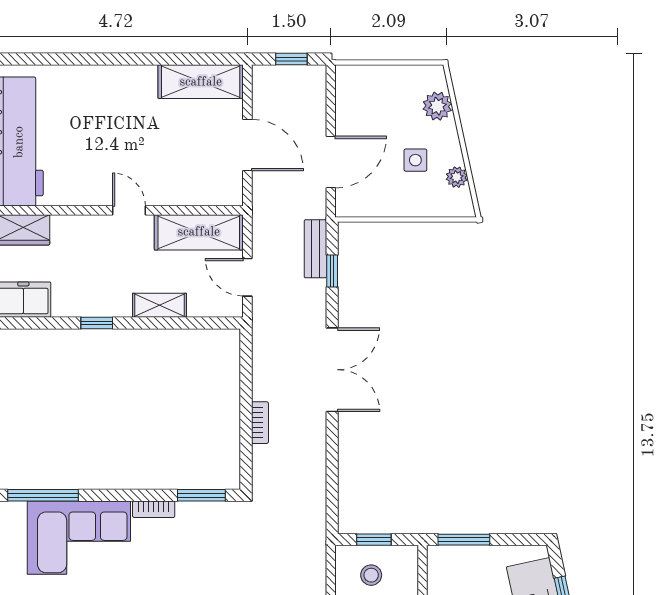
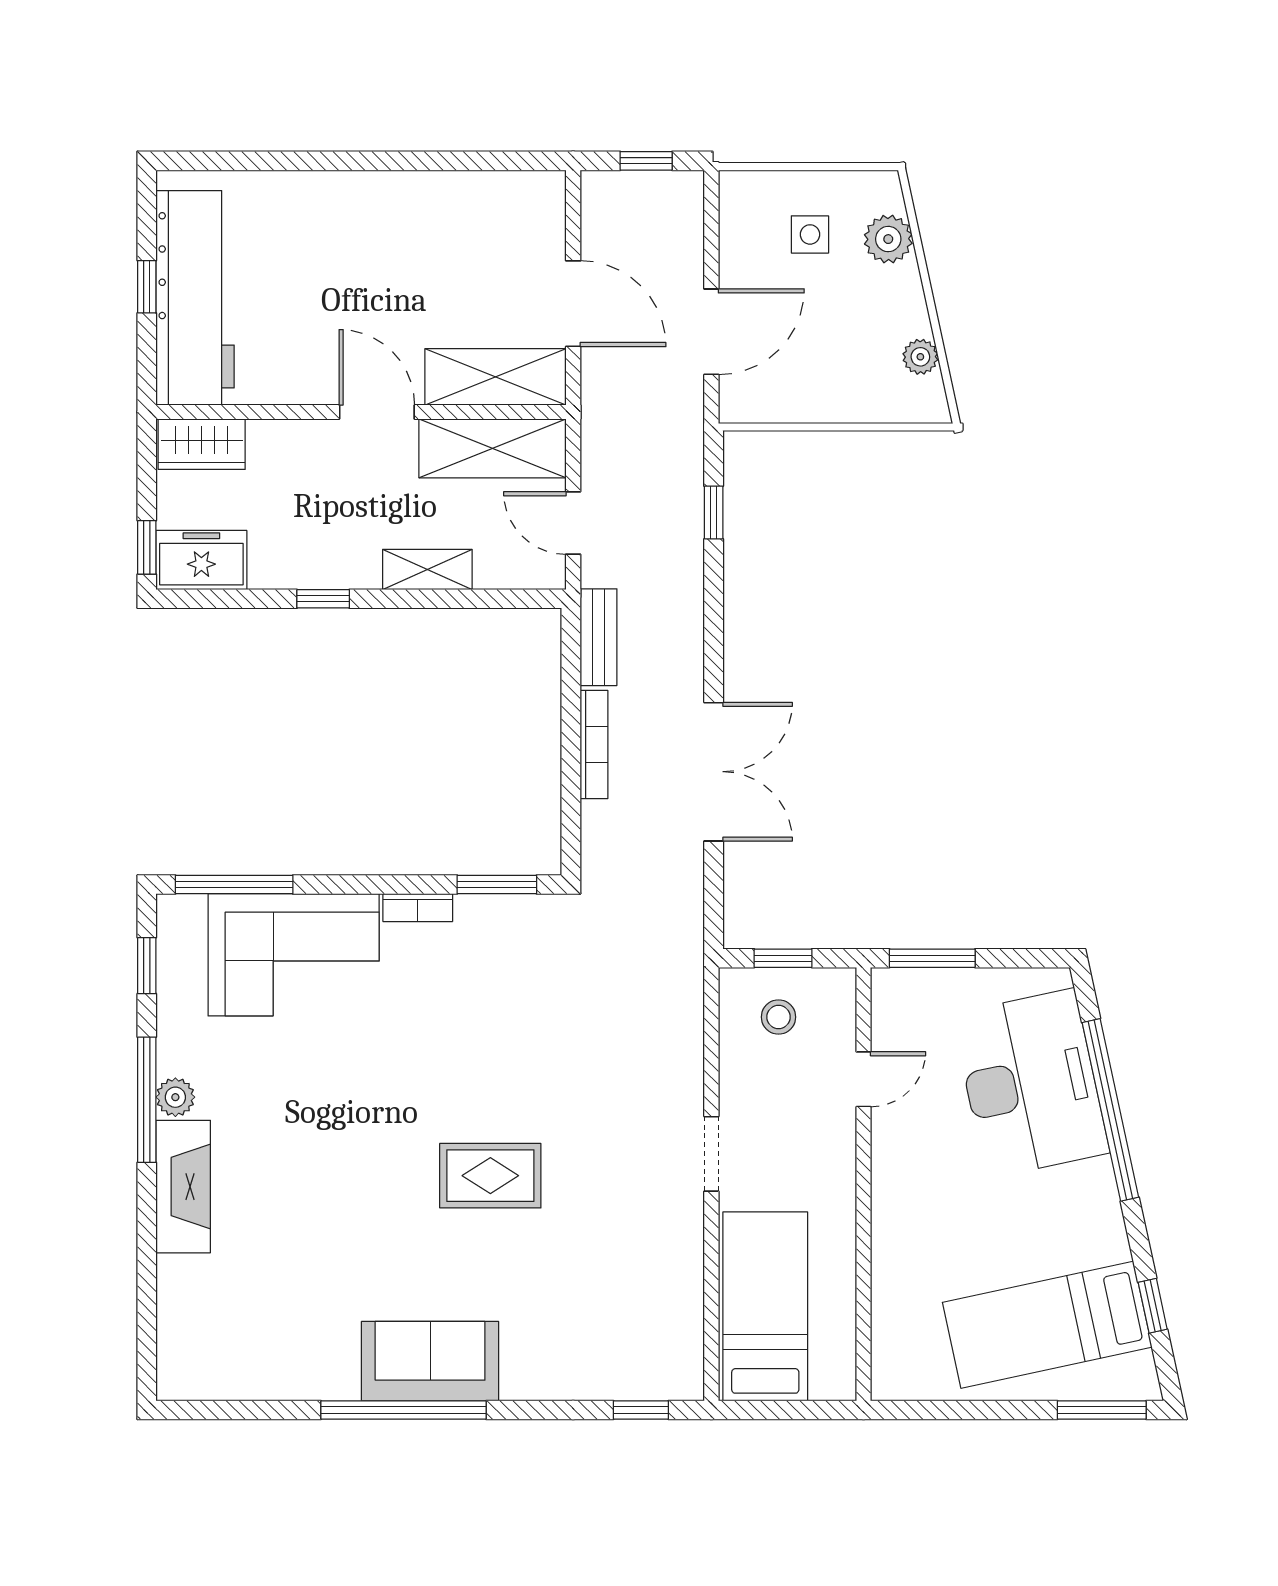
shelving: (201, 82) -> (496, 377), moved
side table: (415, 160) -> (810, 234), moved
door: (129, 210) -> (377, 412), width x1.38
bench: (315, 249) -> (598, 637), moved
double door: (332, 370) -> (714, 772), moved
bookcase: (260, 423) -> (594, 745), width x1.56

